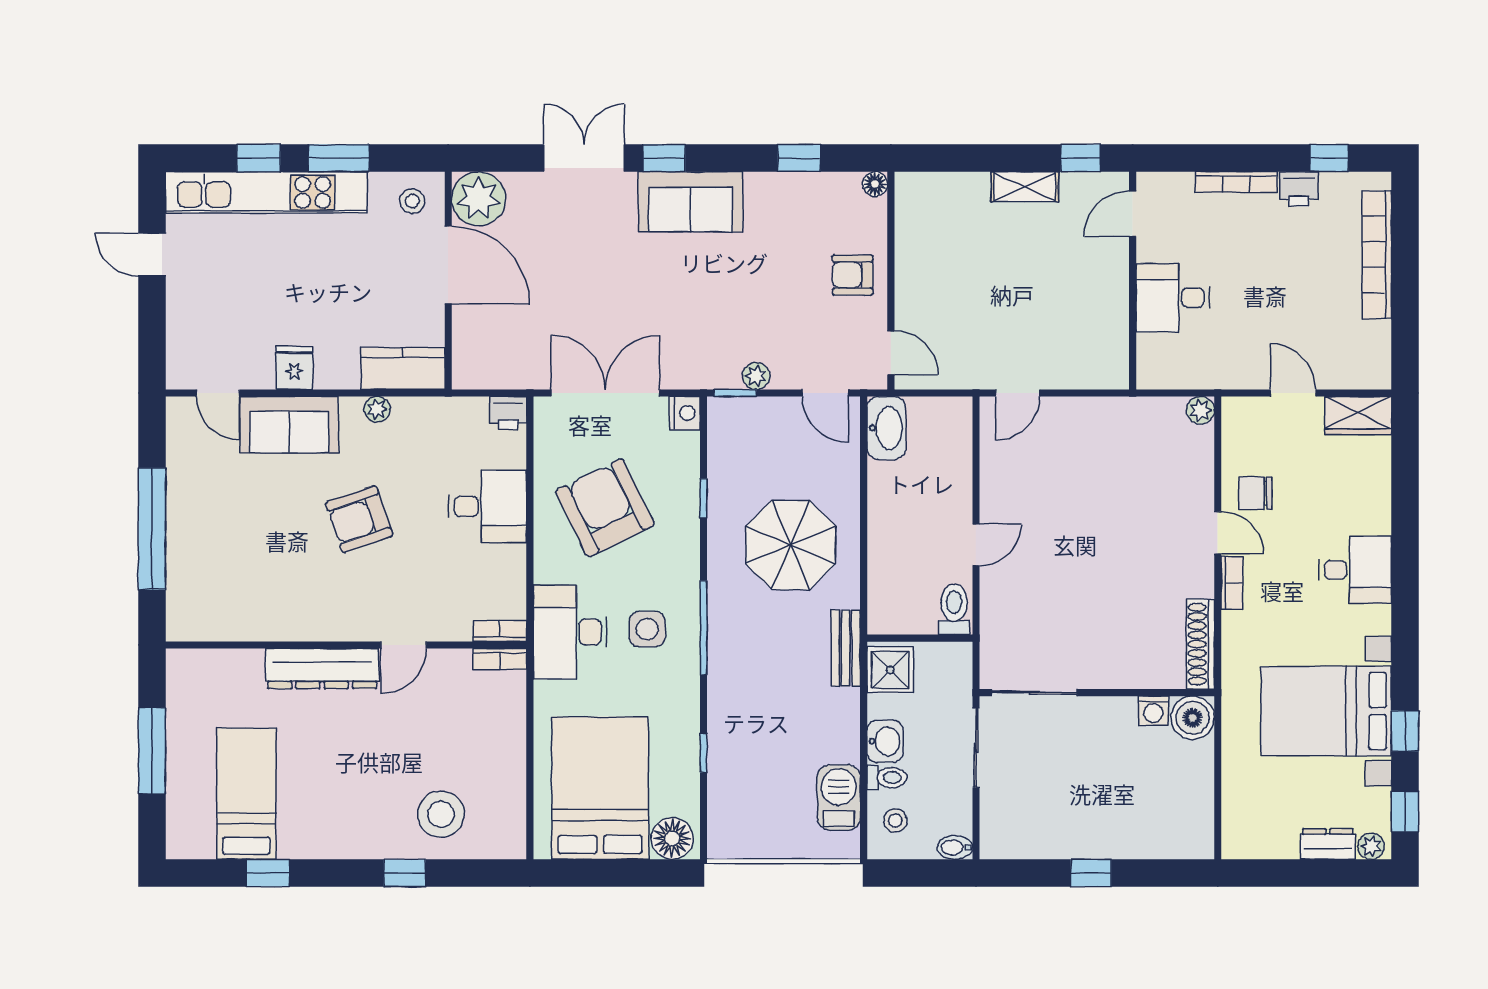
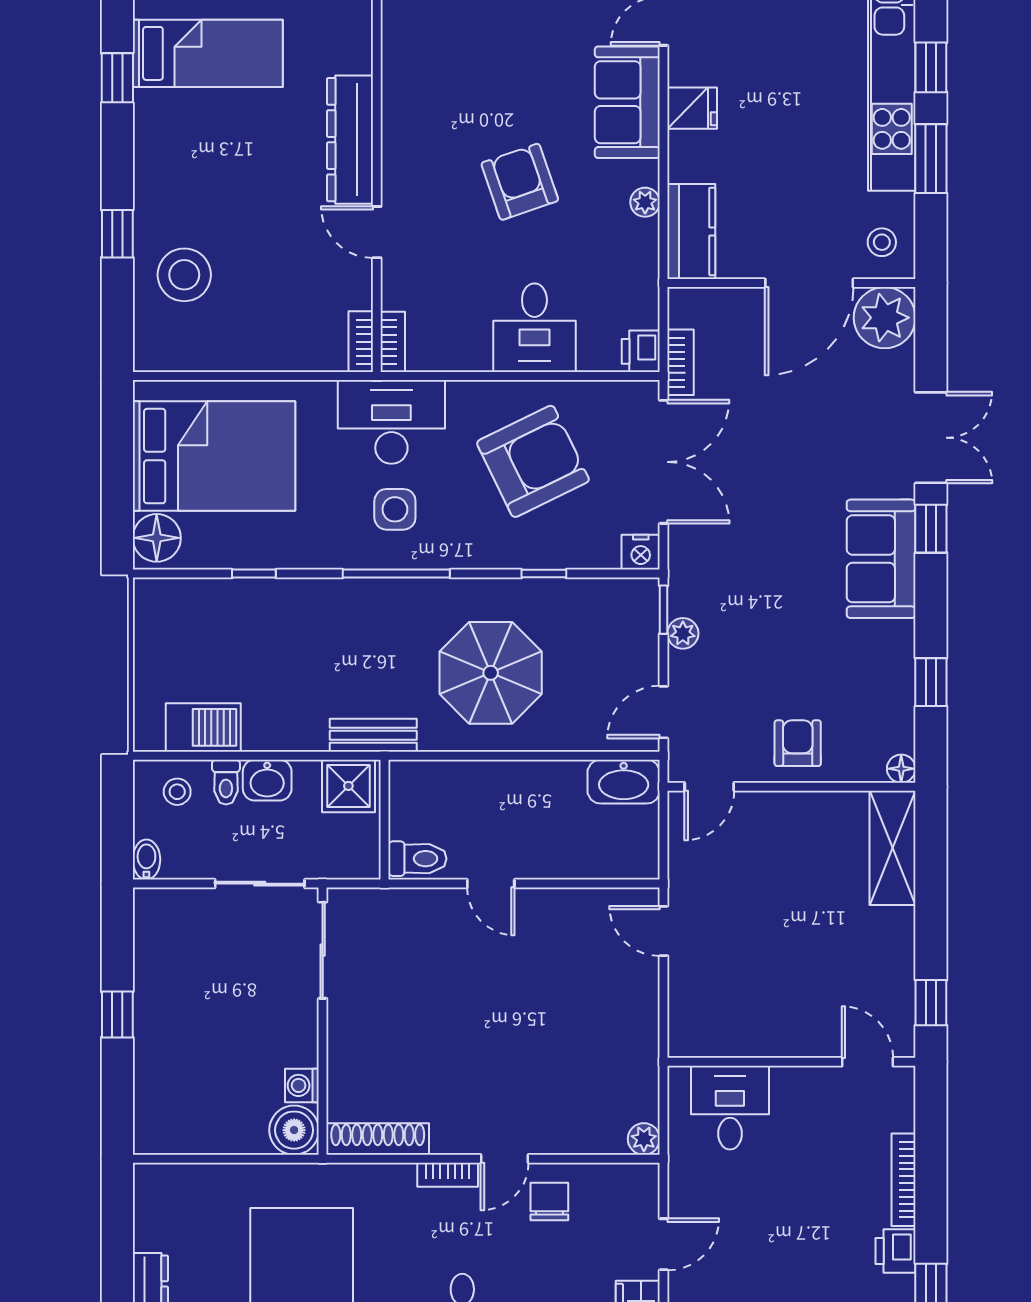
shelving: (1025, 187) -> (892, 848), moved, width x1.50, depth x1.33
desk: (1173, 298) -> (730, 1108), moved
bookcase: (518, 378) -> (681, 362), added

